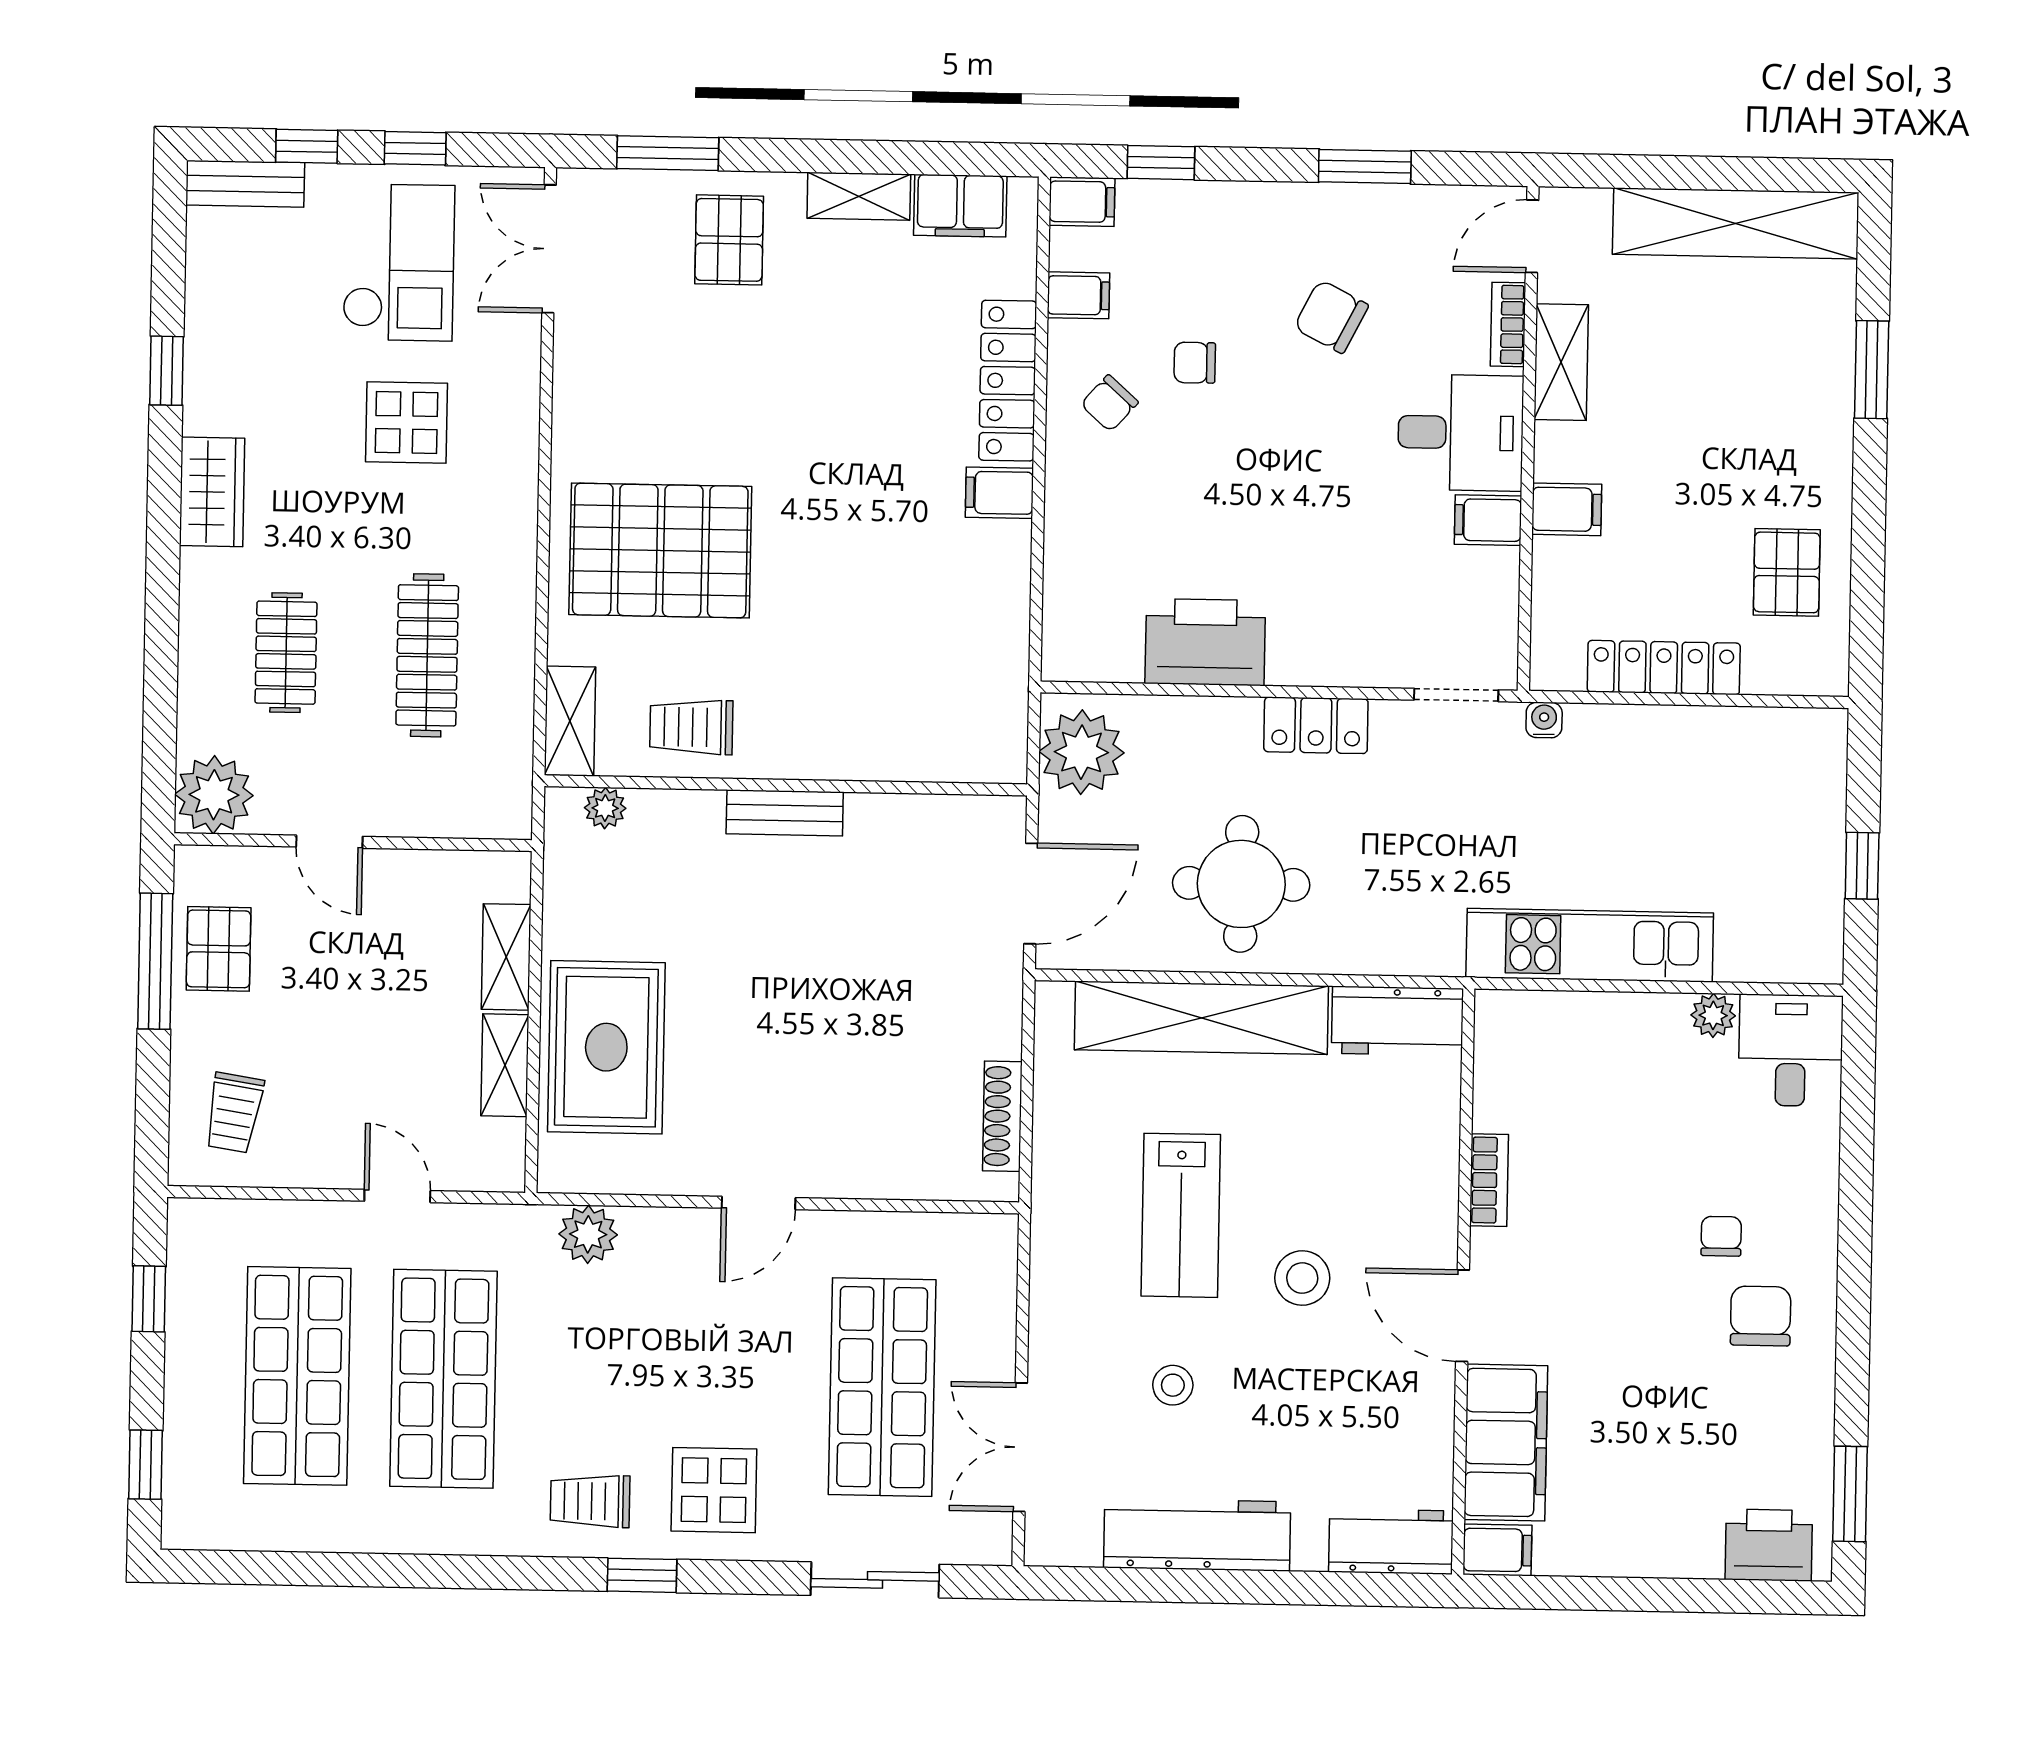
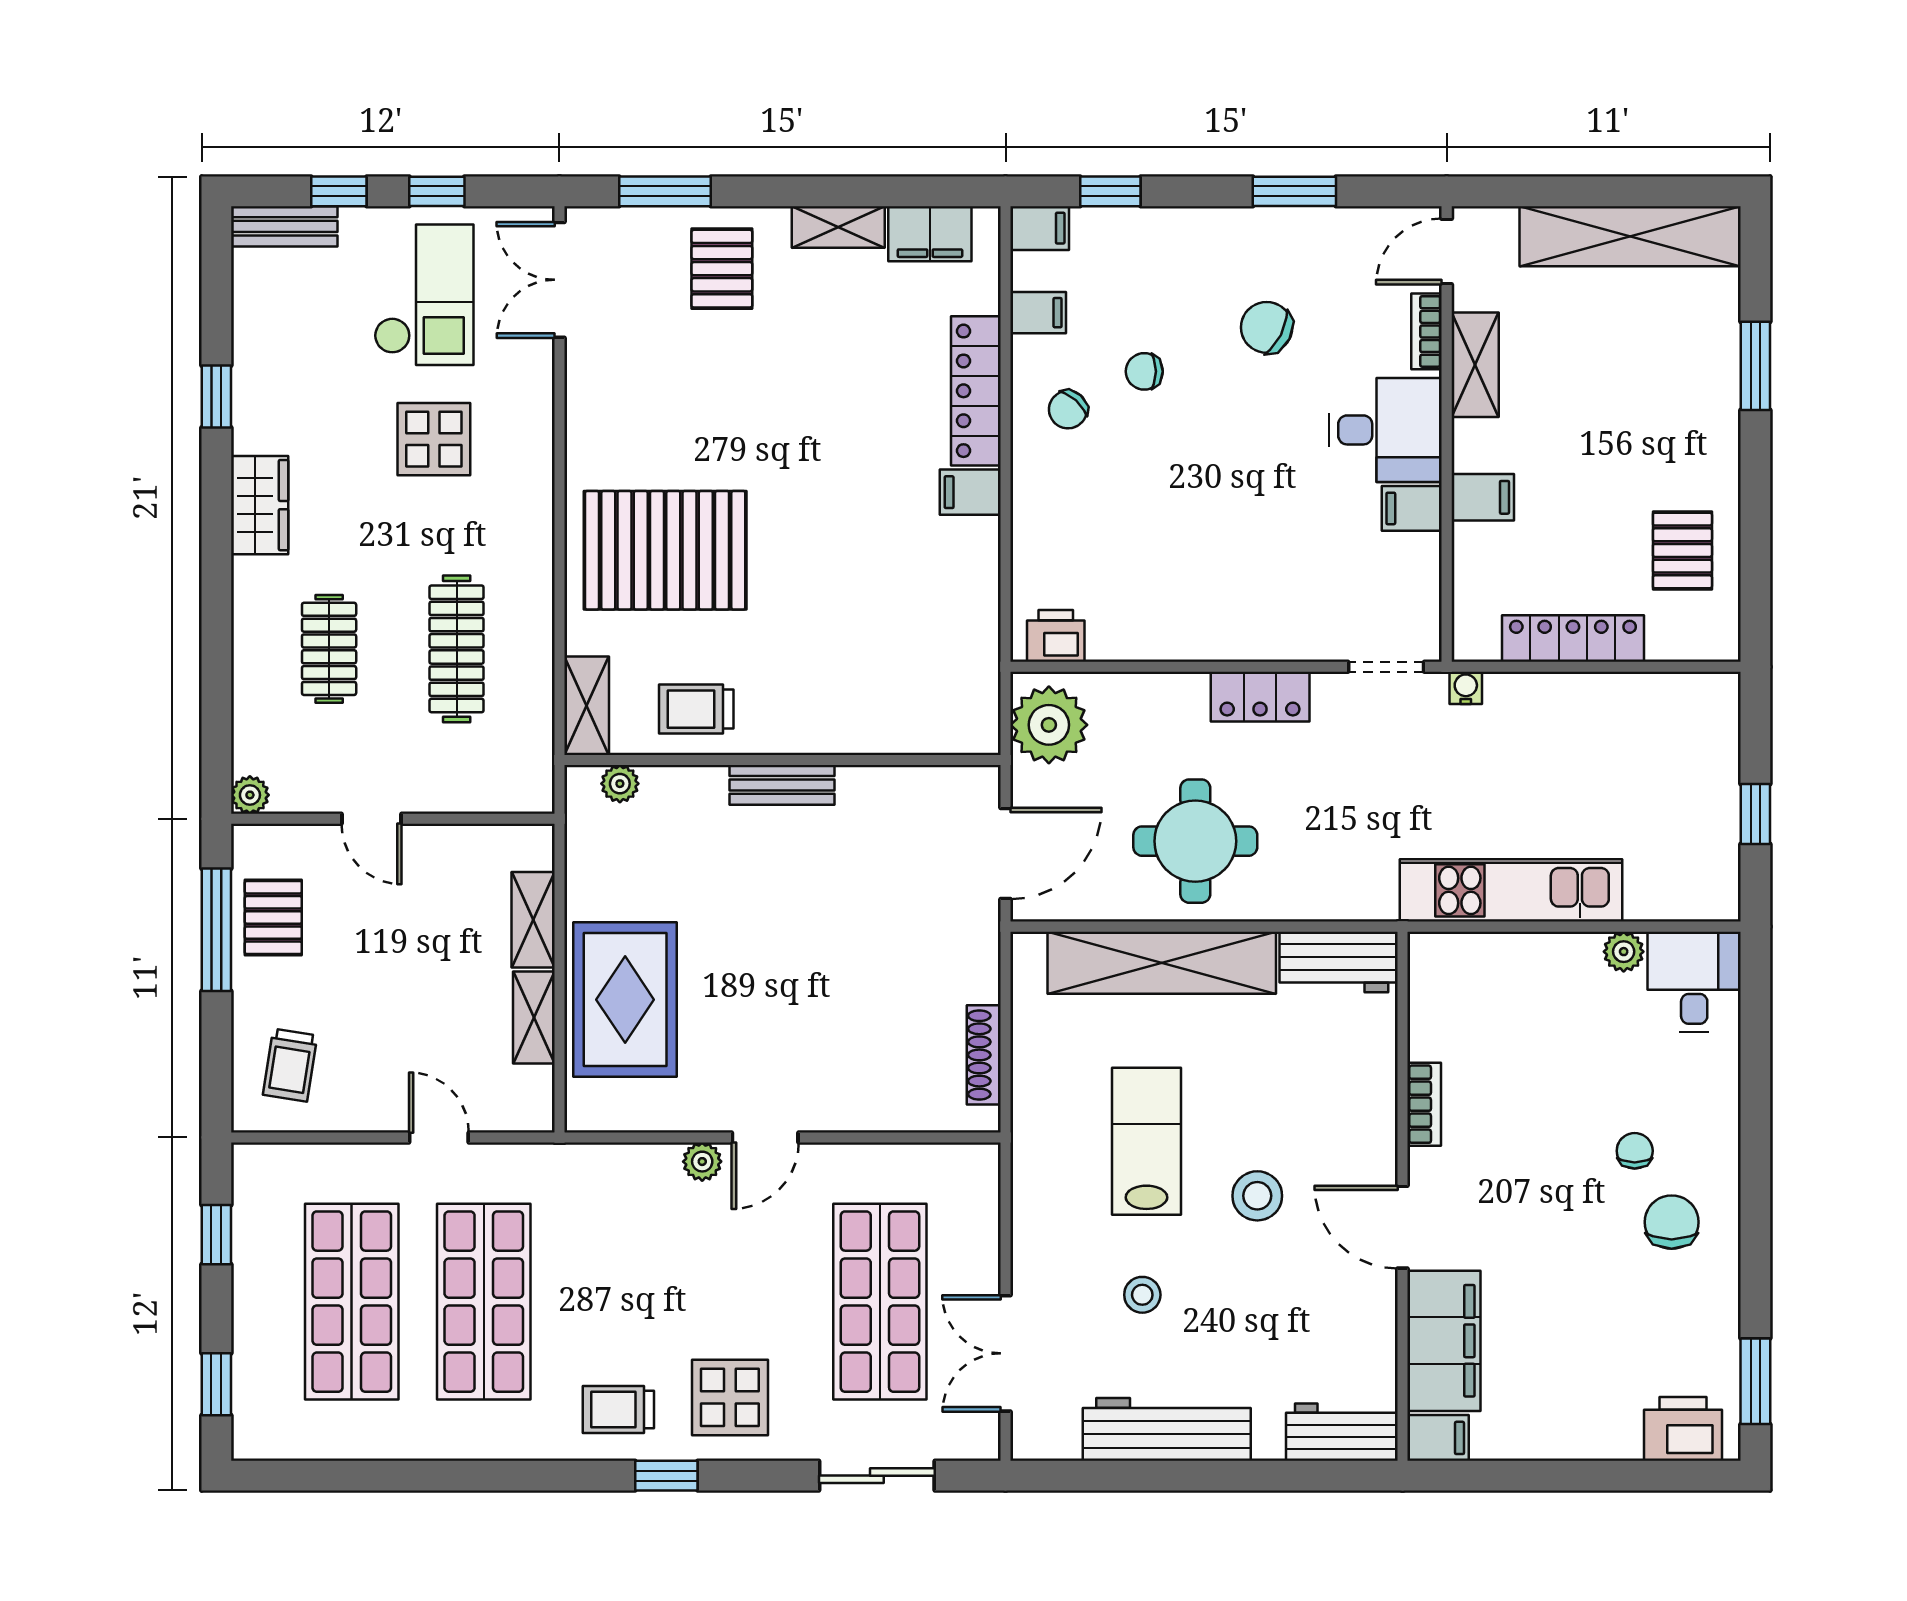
printer: (1205, 642) -> (1056, 636), moved, width x0.53, depth x0.68
plant: (214, 795) -> (250, 795), width x0.53, depth x0.53
lab bench: (1181, 1215) -> (1146, 1141), turned 180
plant: (588, 1234) -> (702, 1162), moved, width x0.73, depth x0.73

